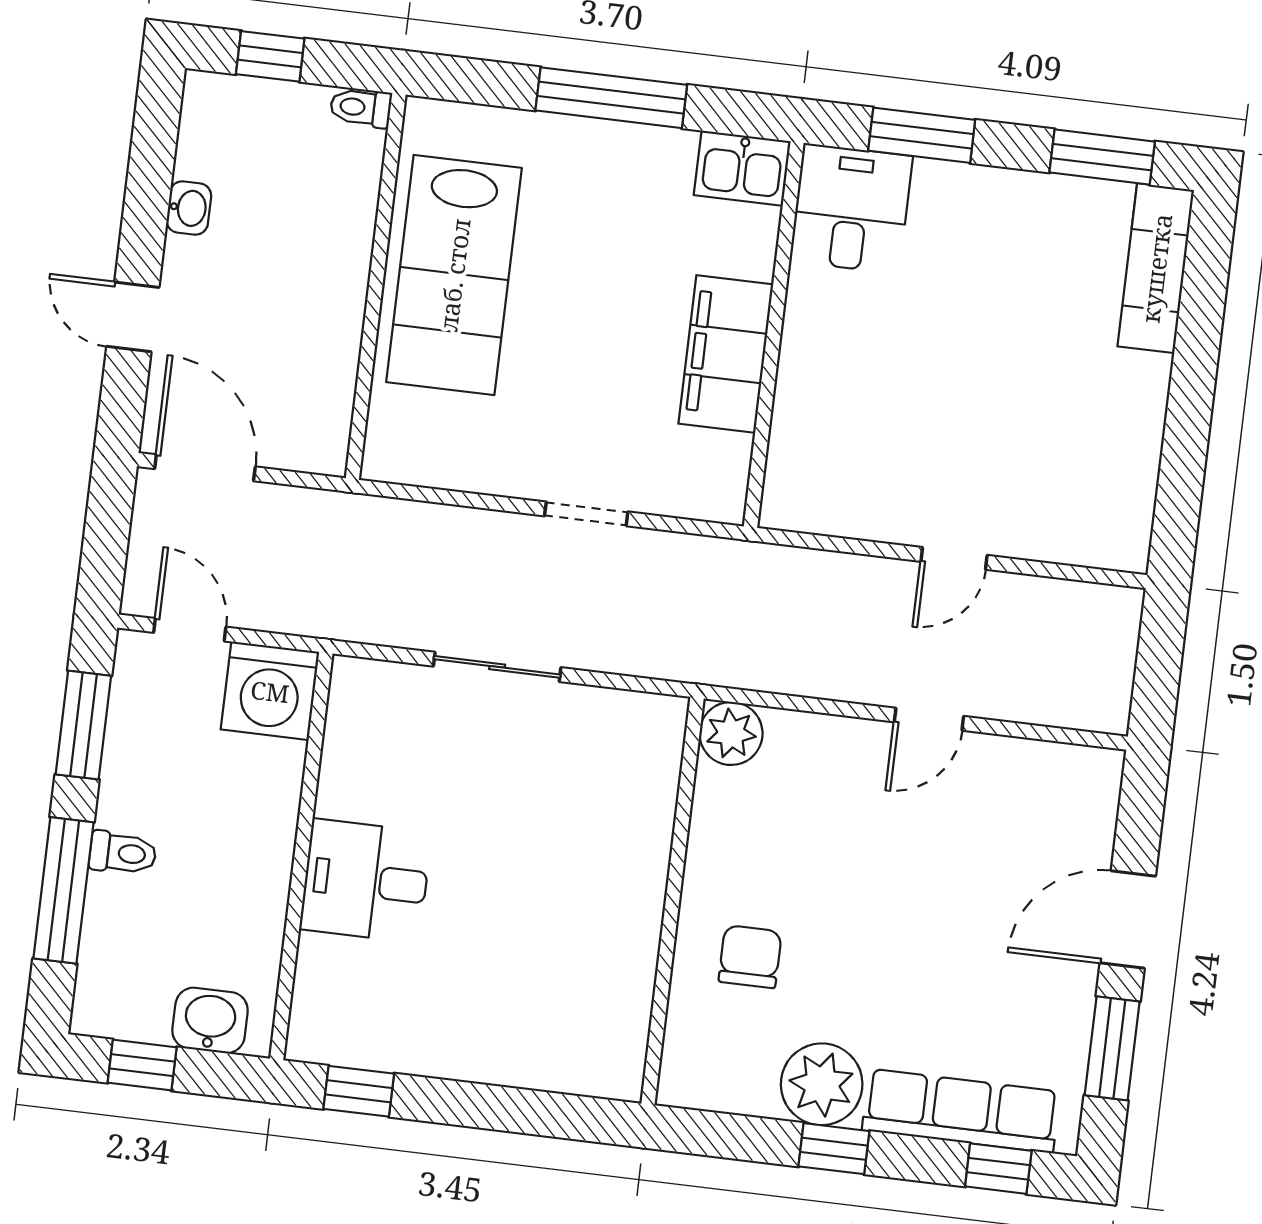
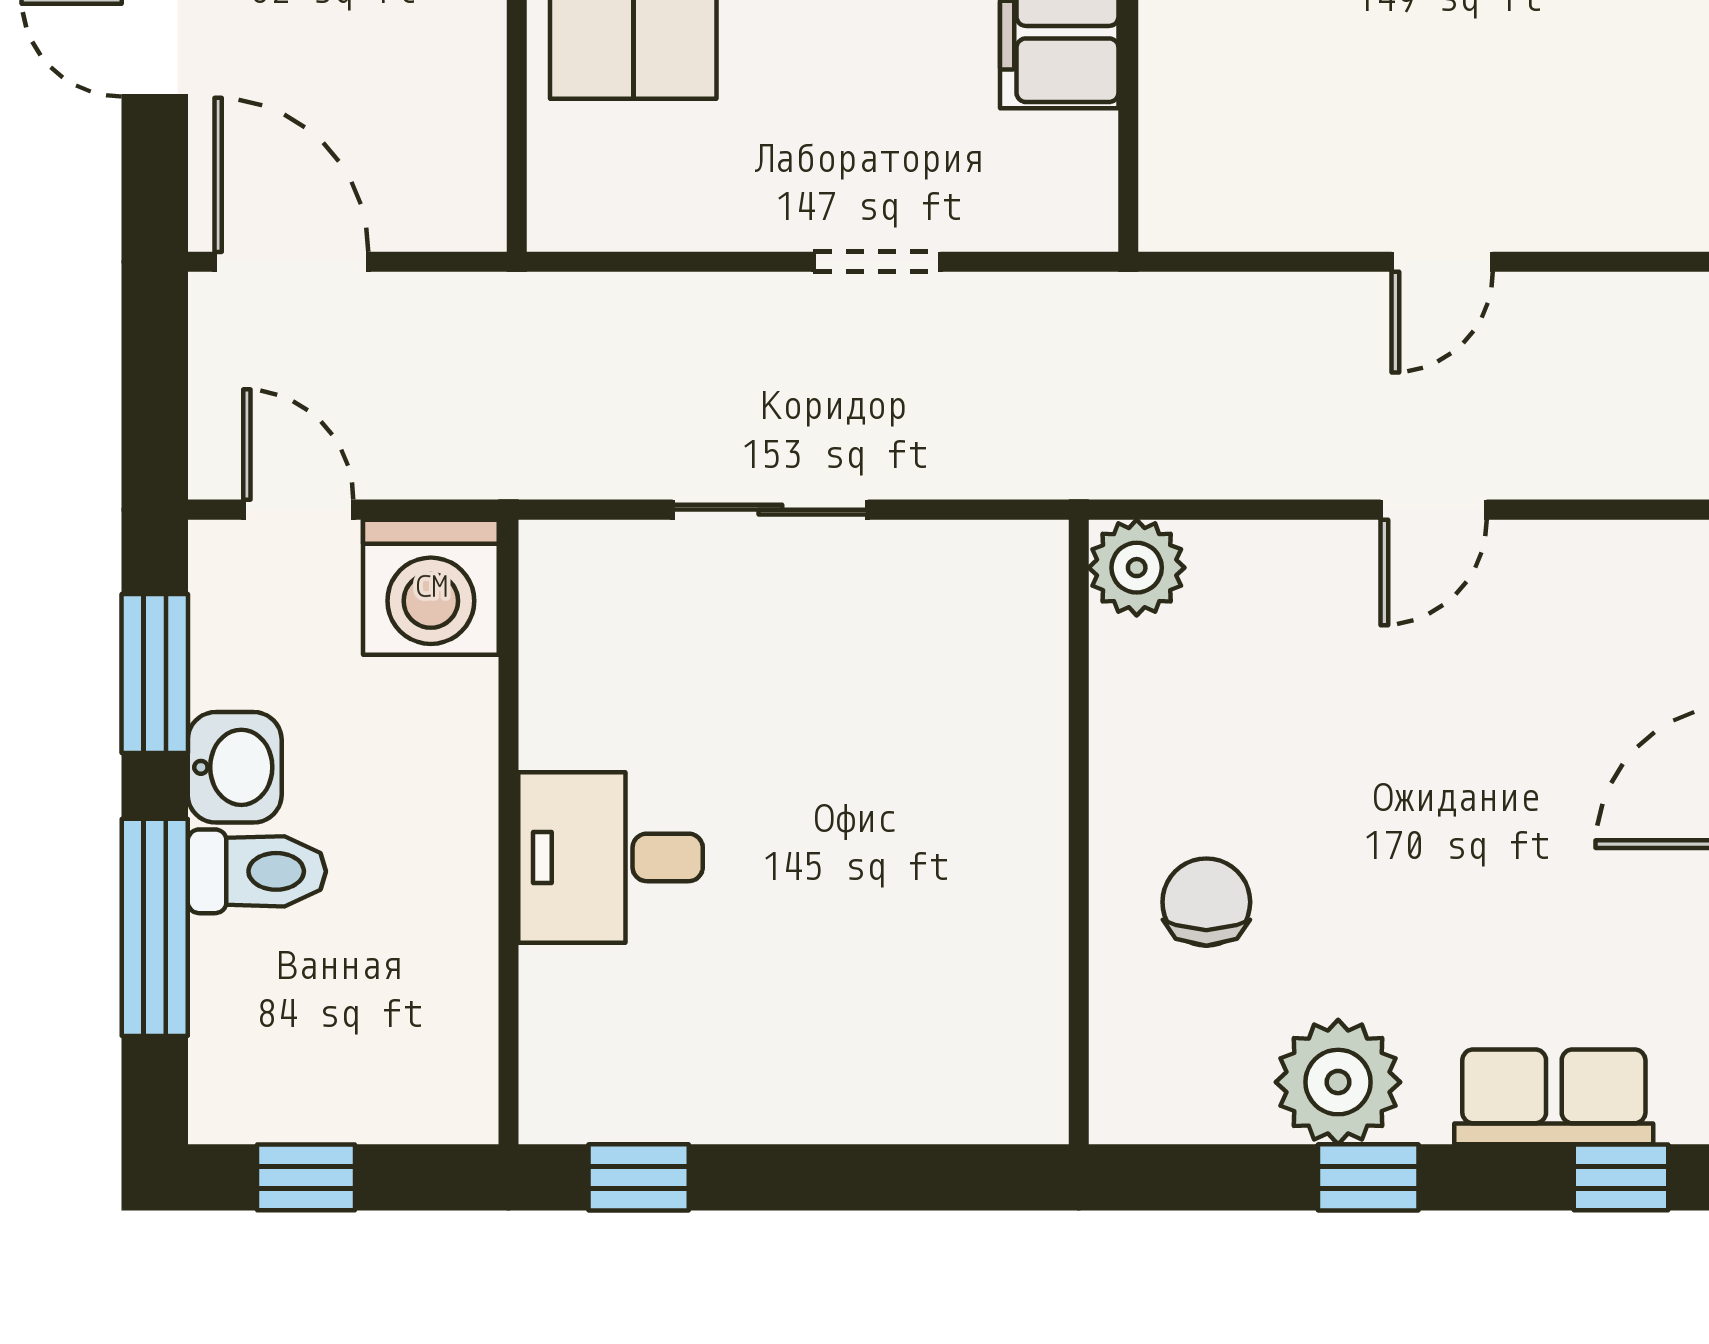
toilet: (123, 853) -> (257, 871), width x1.37, depth x1.39
washbasin: (210, 1020) -> (235, 767), moved, turned 90
row of seats: (961, 1111) -> (1554, 1097), width x0.68

